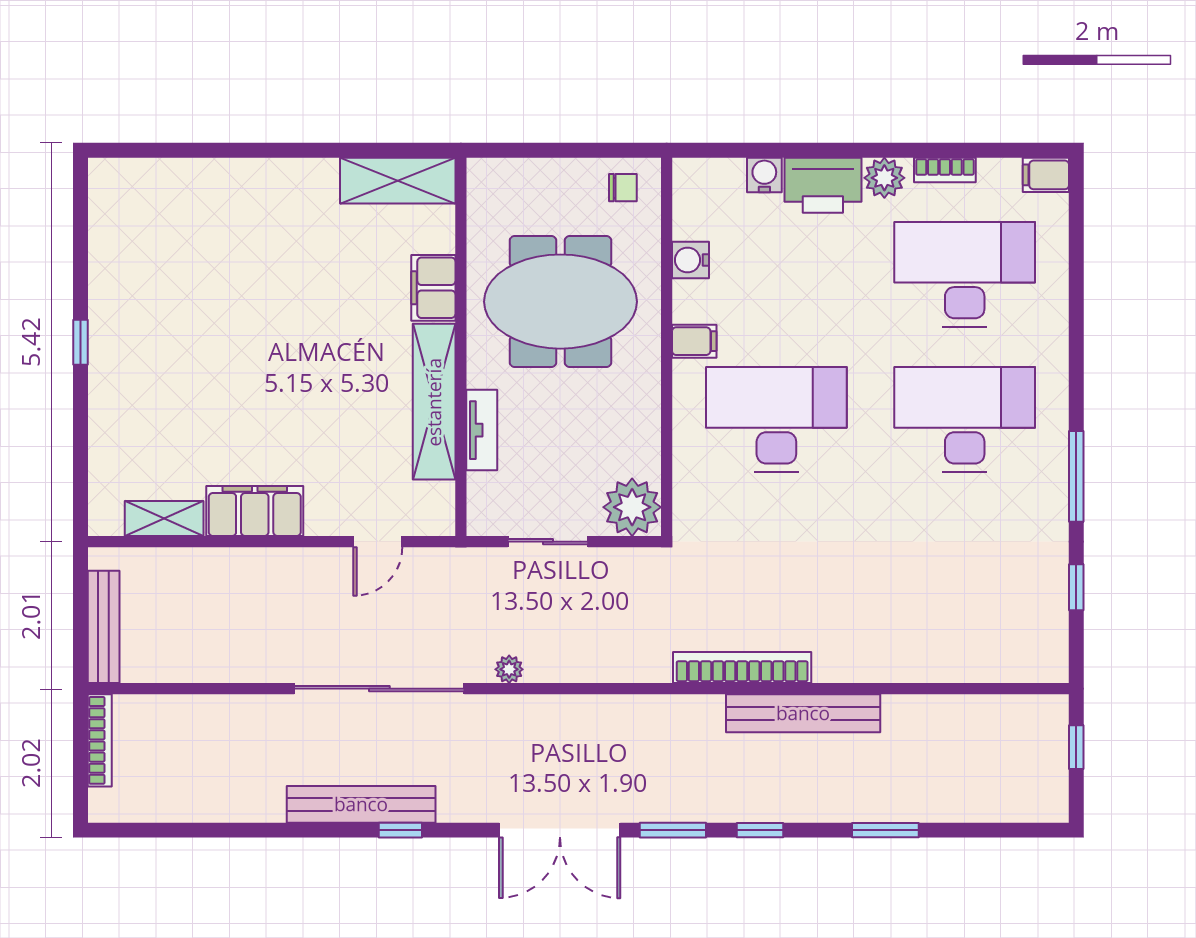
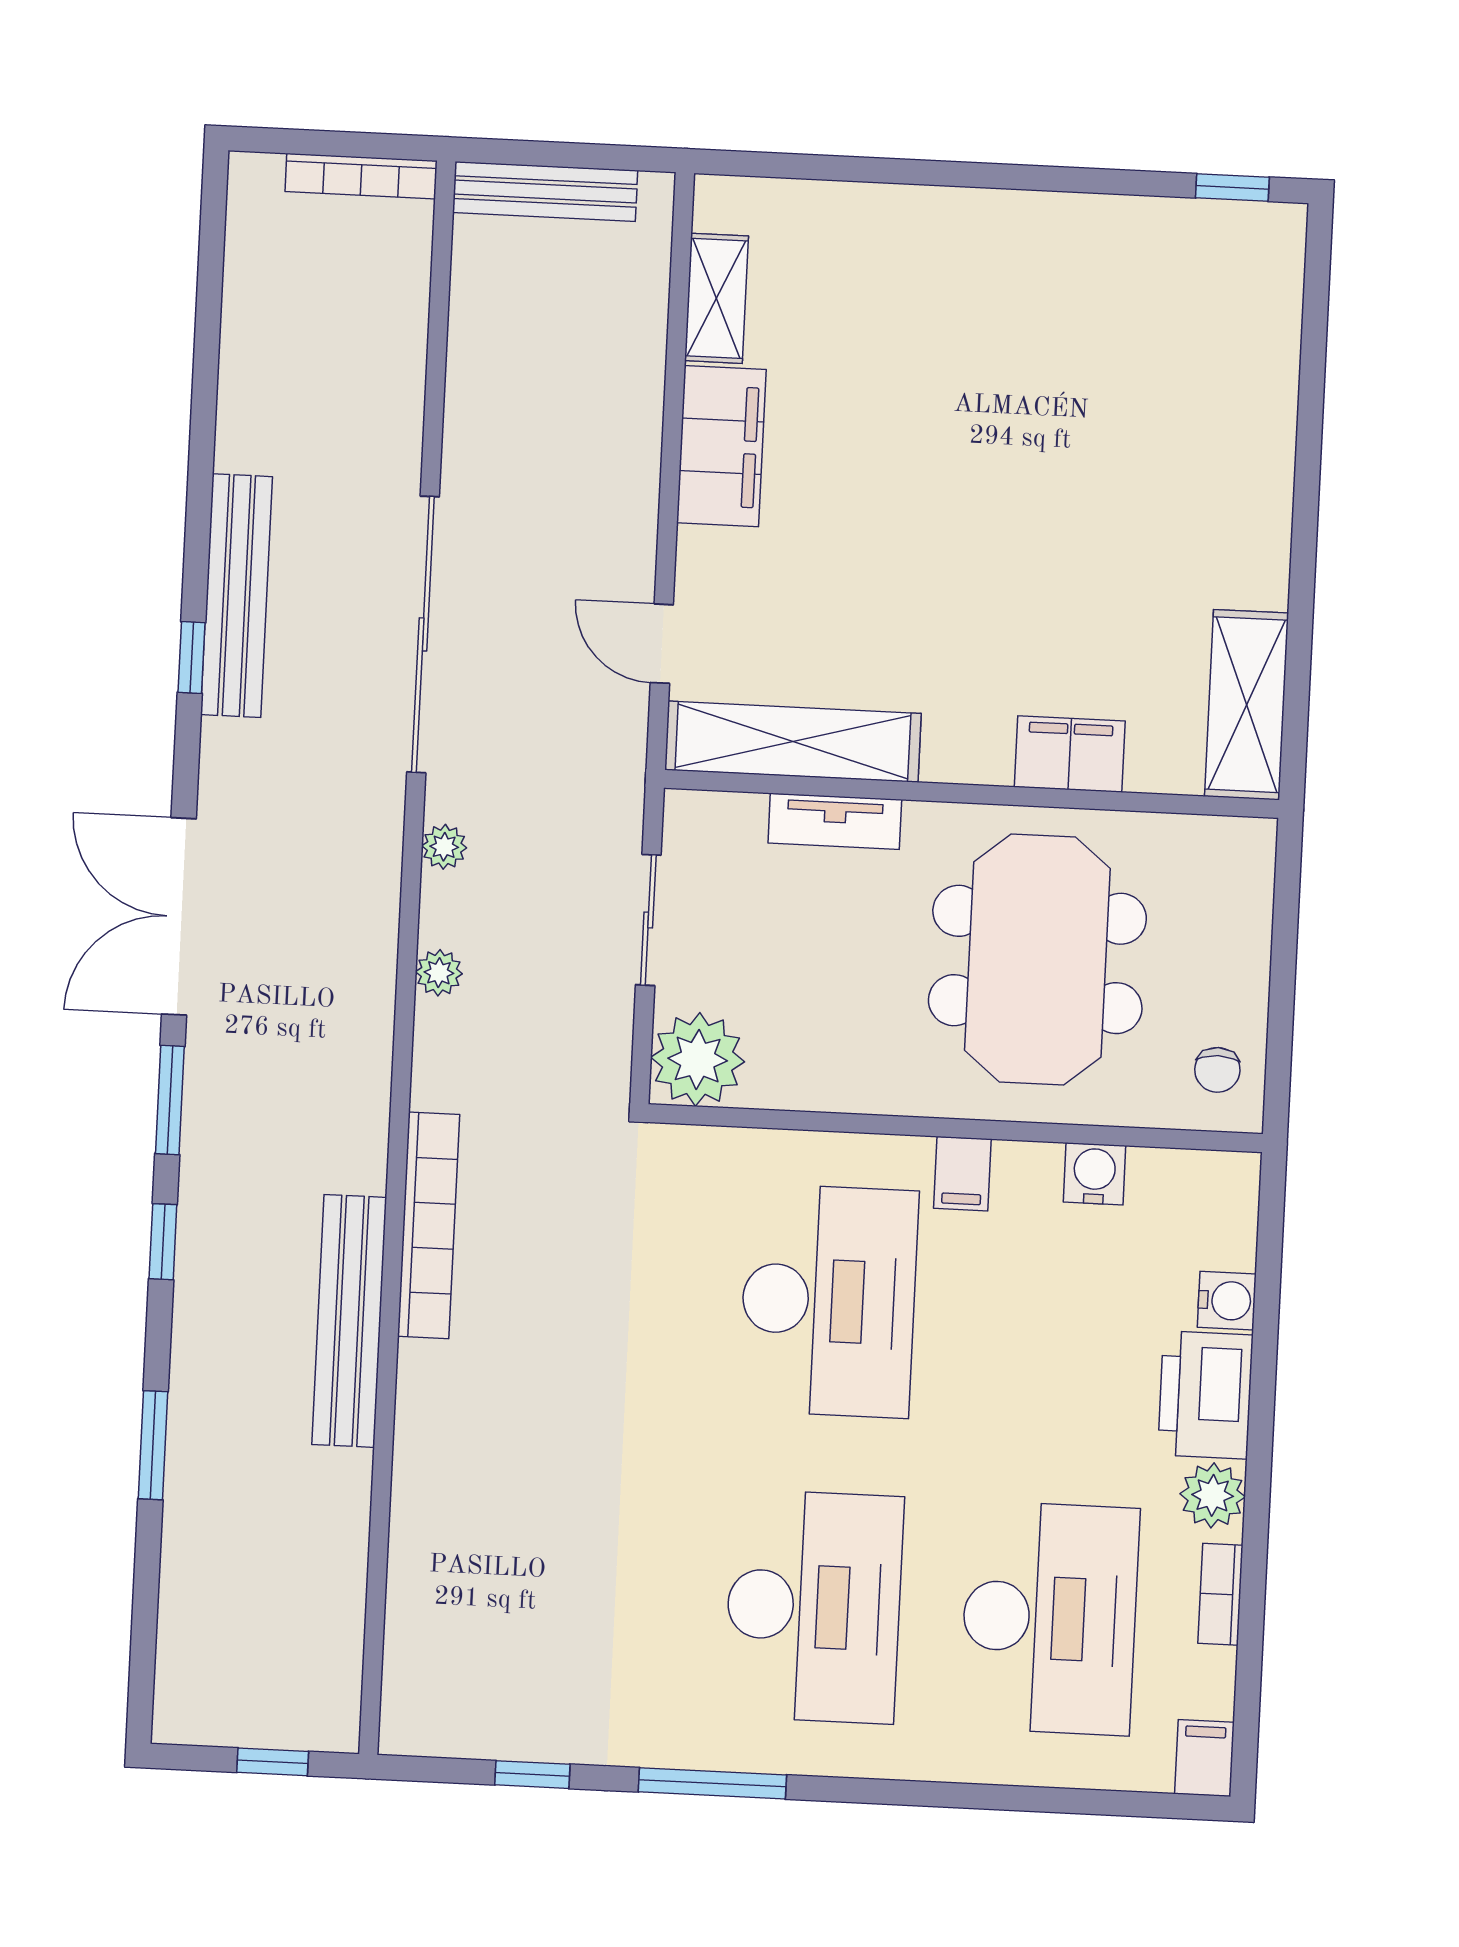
window: (80, 342) -> (1232, 187), moved
shelving: (434, 402) -> (793, 742), moved
plant: (587, 669) -> (439, 973), added

